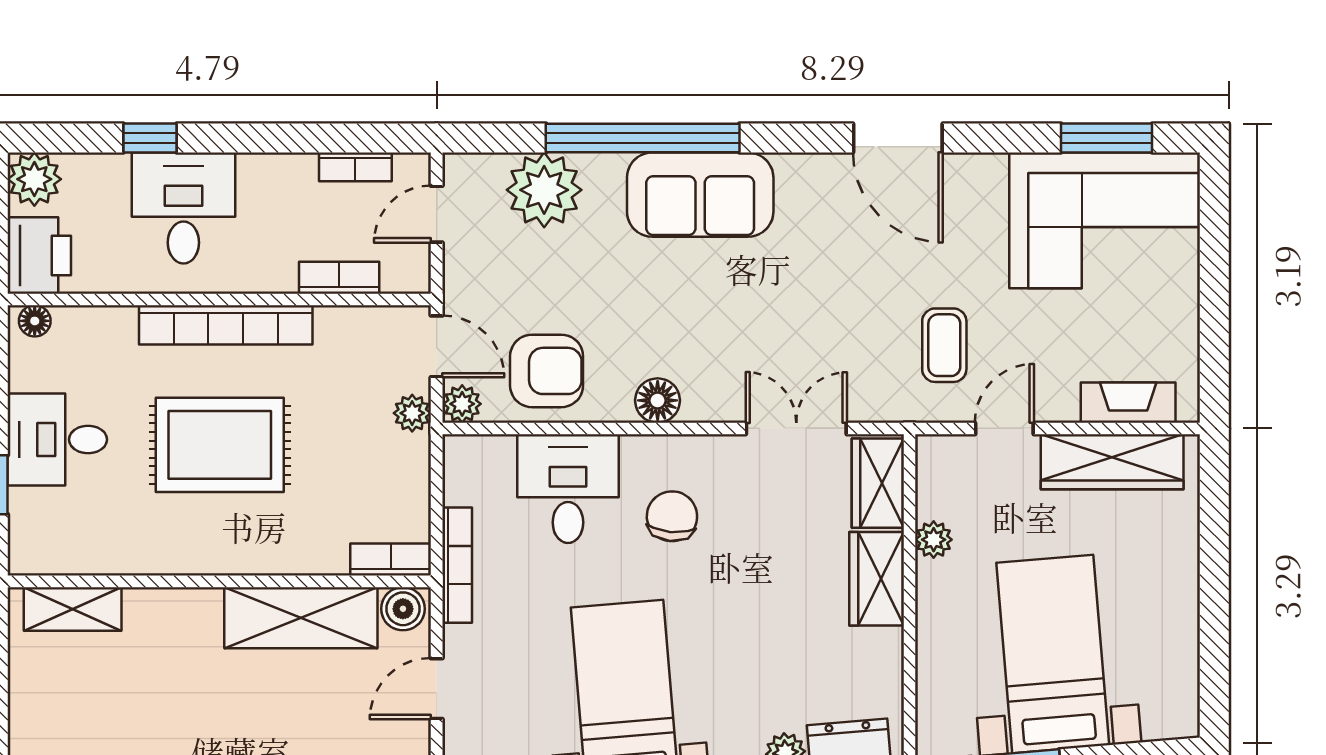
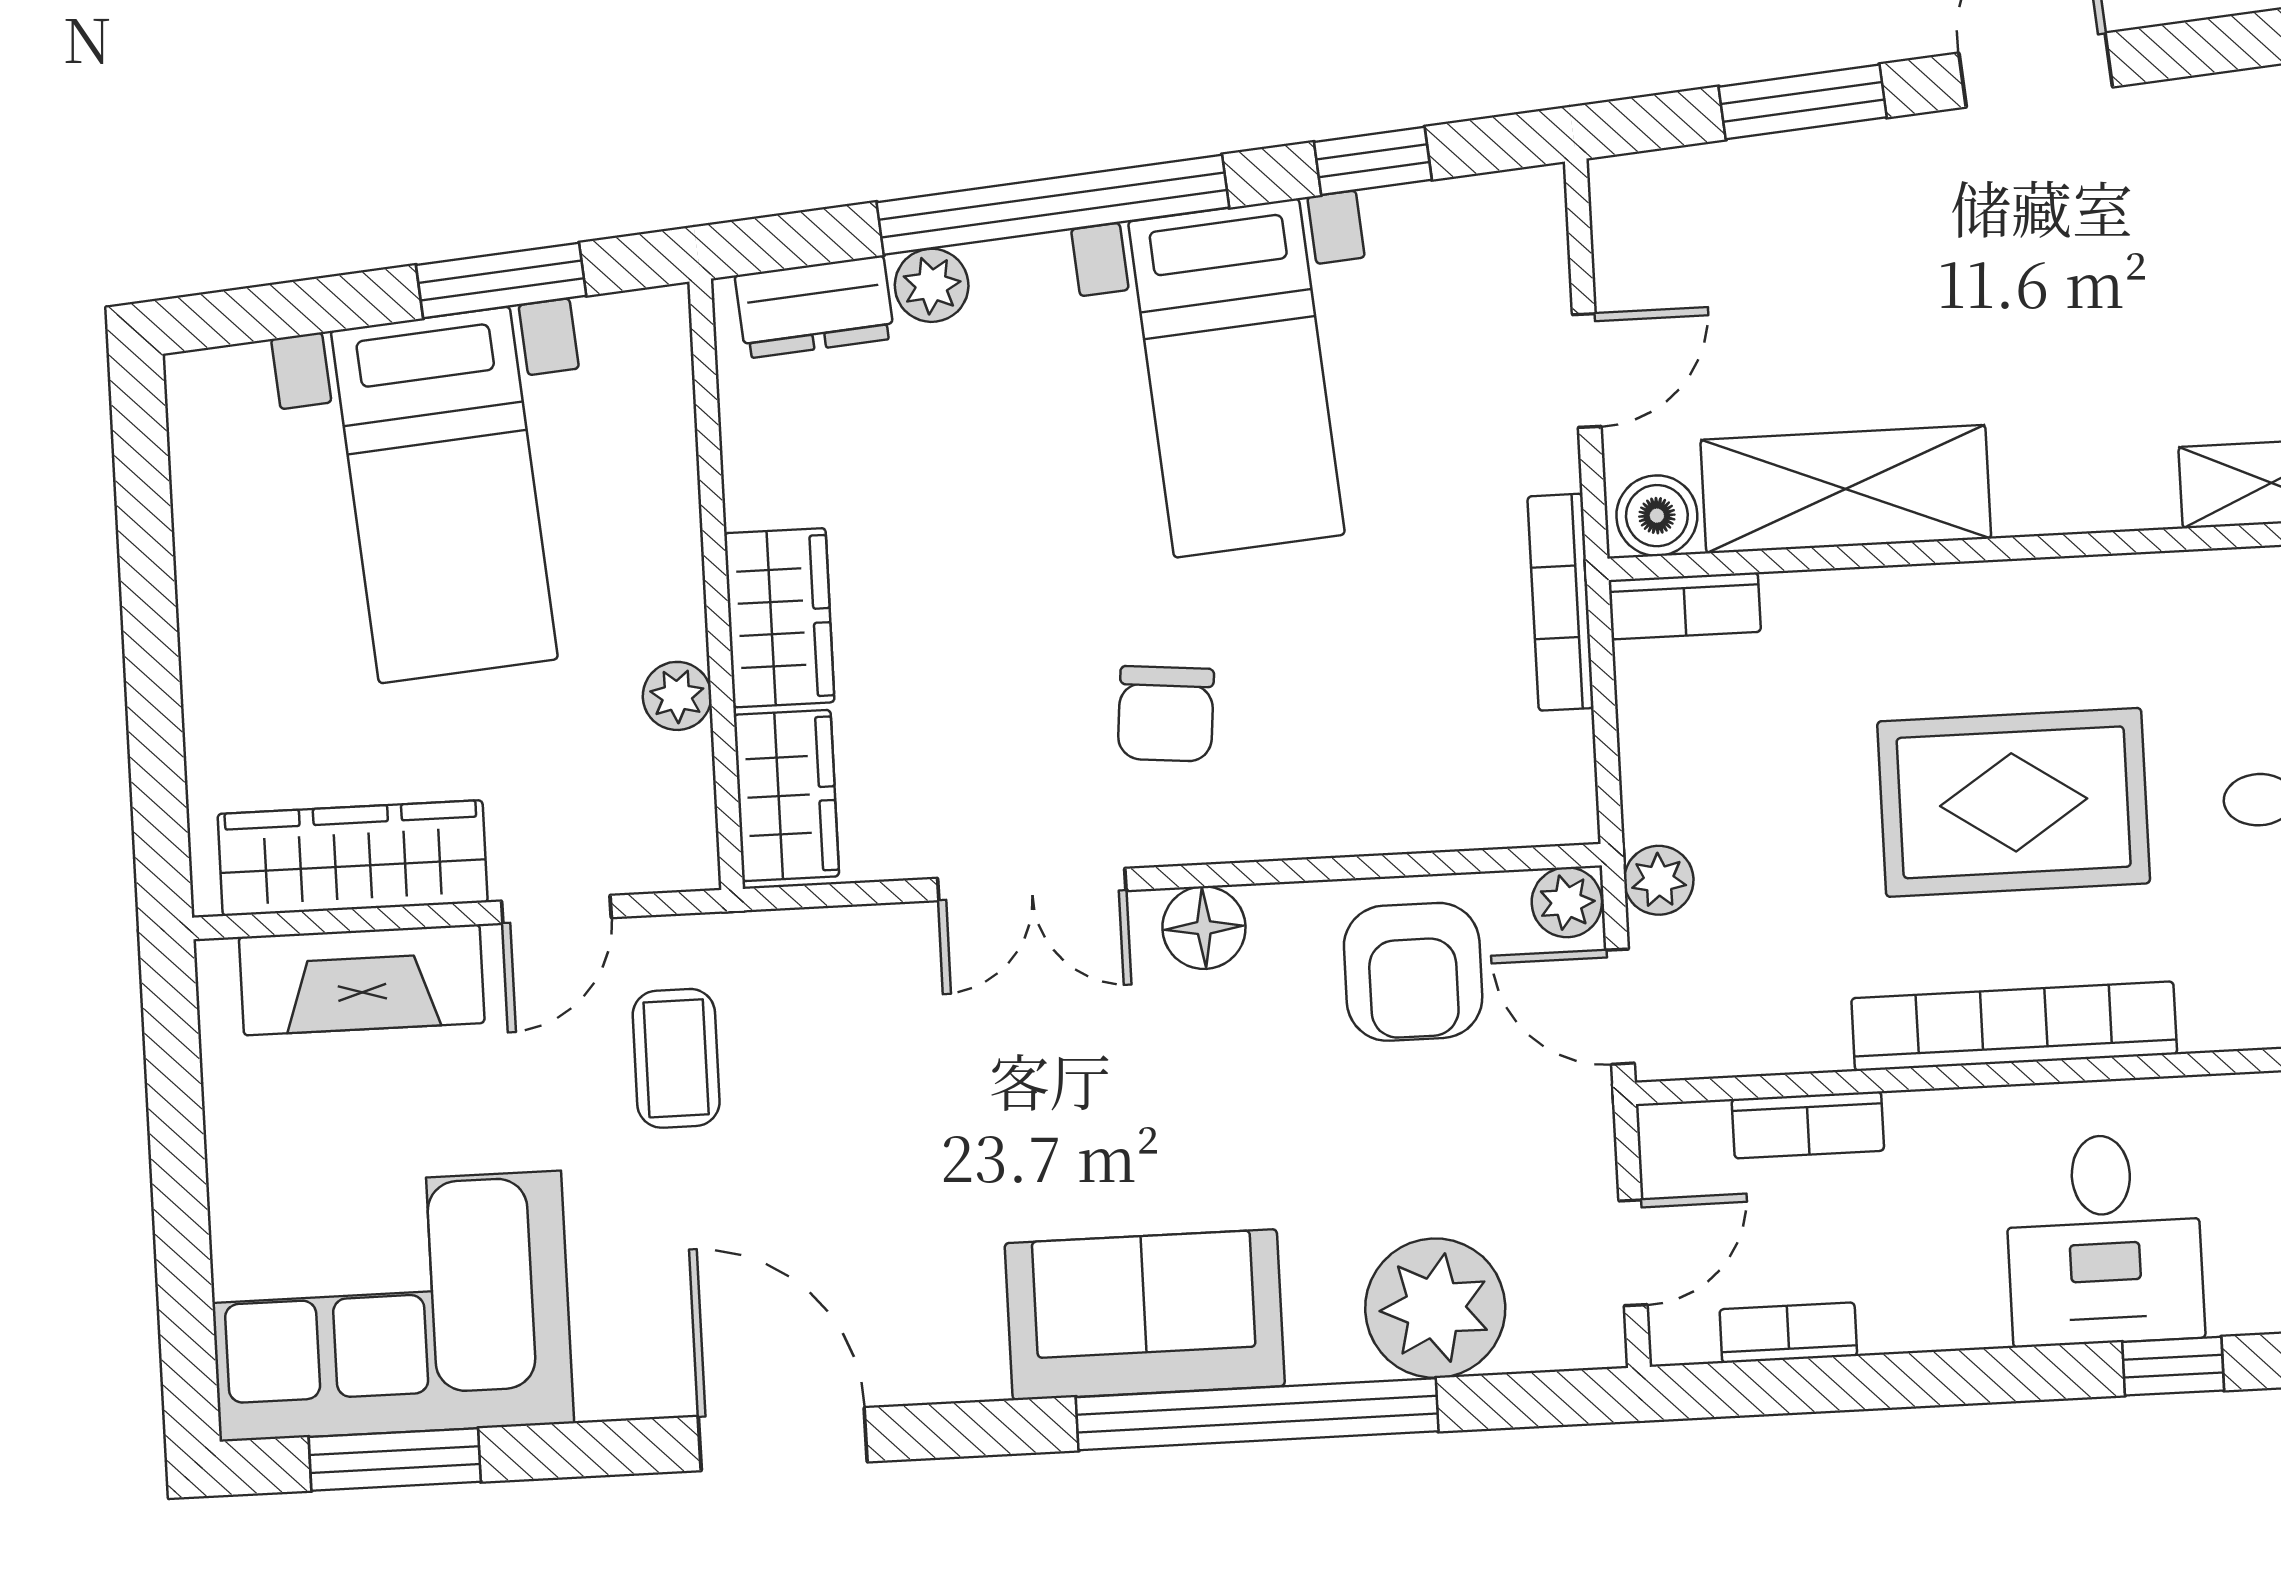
armchair: (547, 371) -> (1413, 972), turned -90
fireplace: (1128, 403) -> (362, 980), width x1.37, depth x1.32
double door: (796, 428) -> (1032, 885), moved
desk: (568, 489) -> (1362, 755), removed

